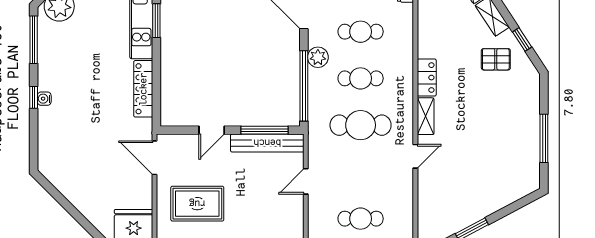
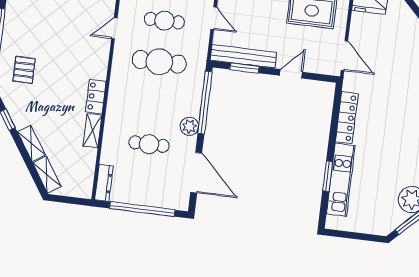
pallet: (496, 59) -> (24, 70), moved, turned 90
cafe table: (361, 78) -> (164, 21), moved
shelving: (426, 116) -> (92, 131), moved
window: (265, 130) -> (244, 68), width x0.69
door: (306, 181) -> (214, 18), hinge flipped

